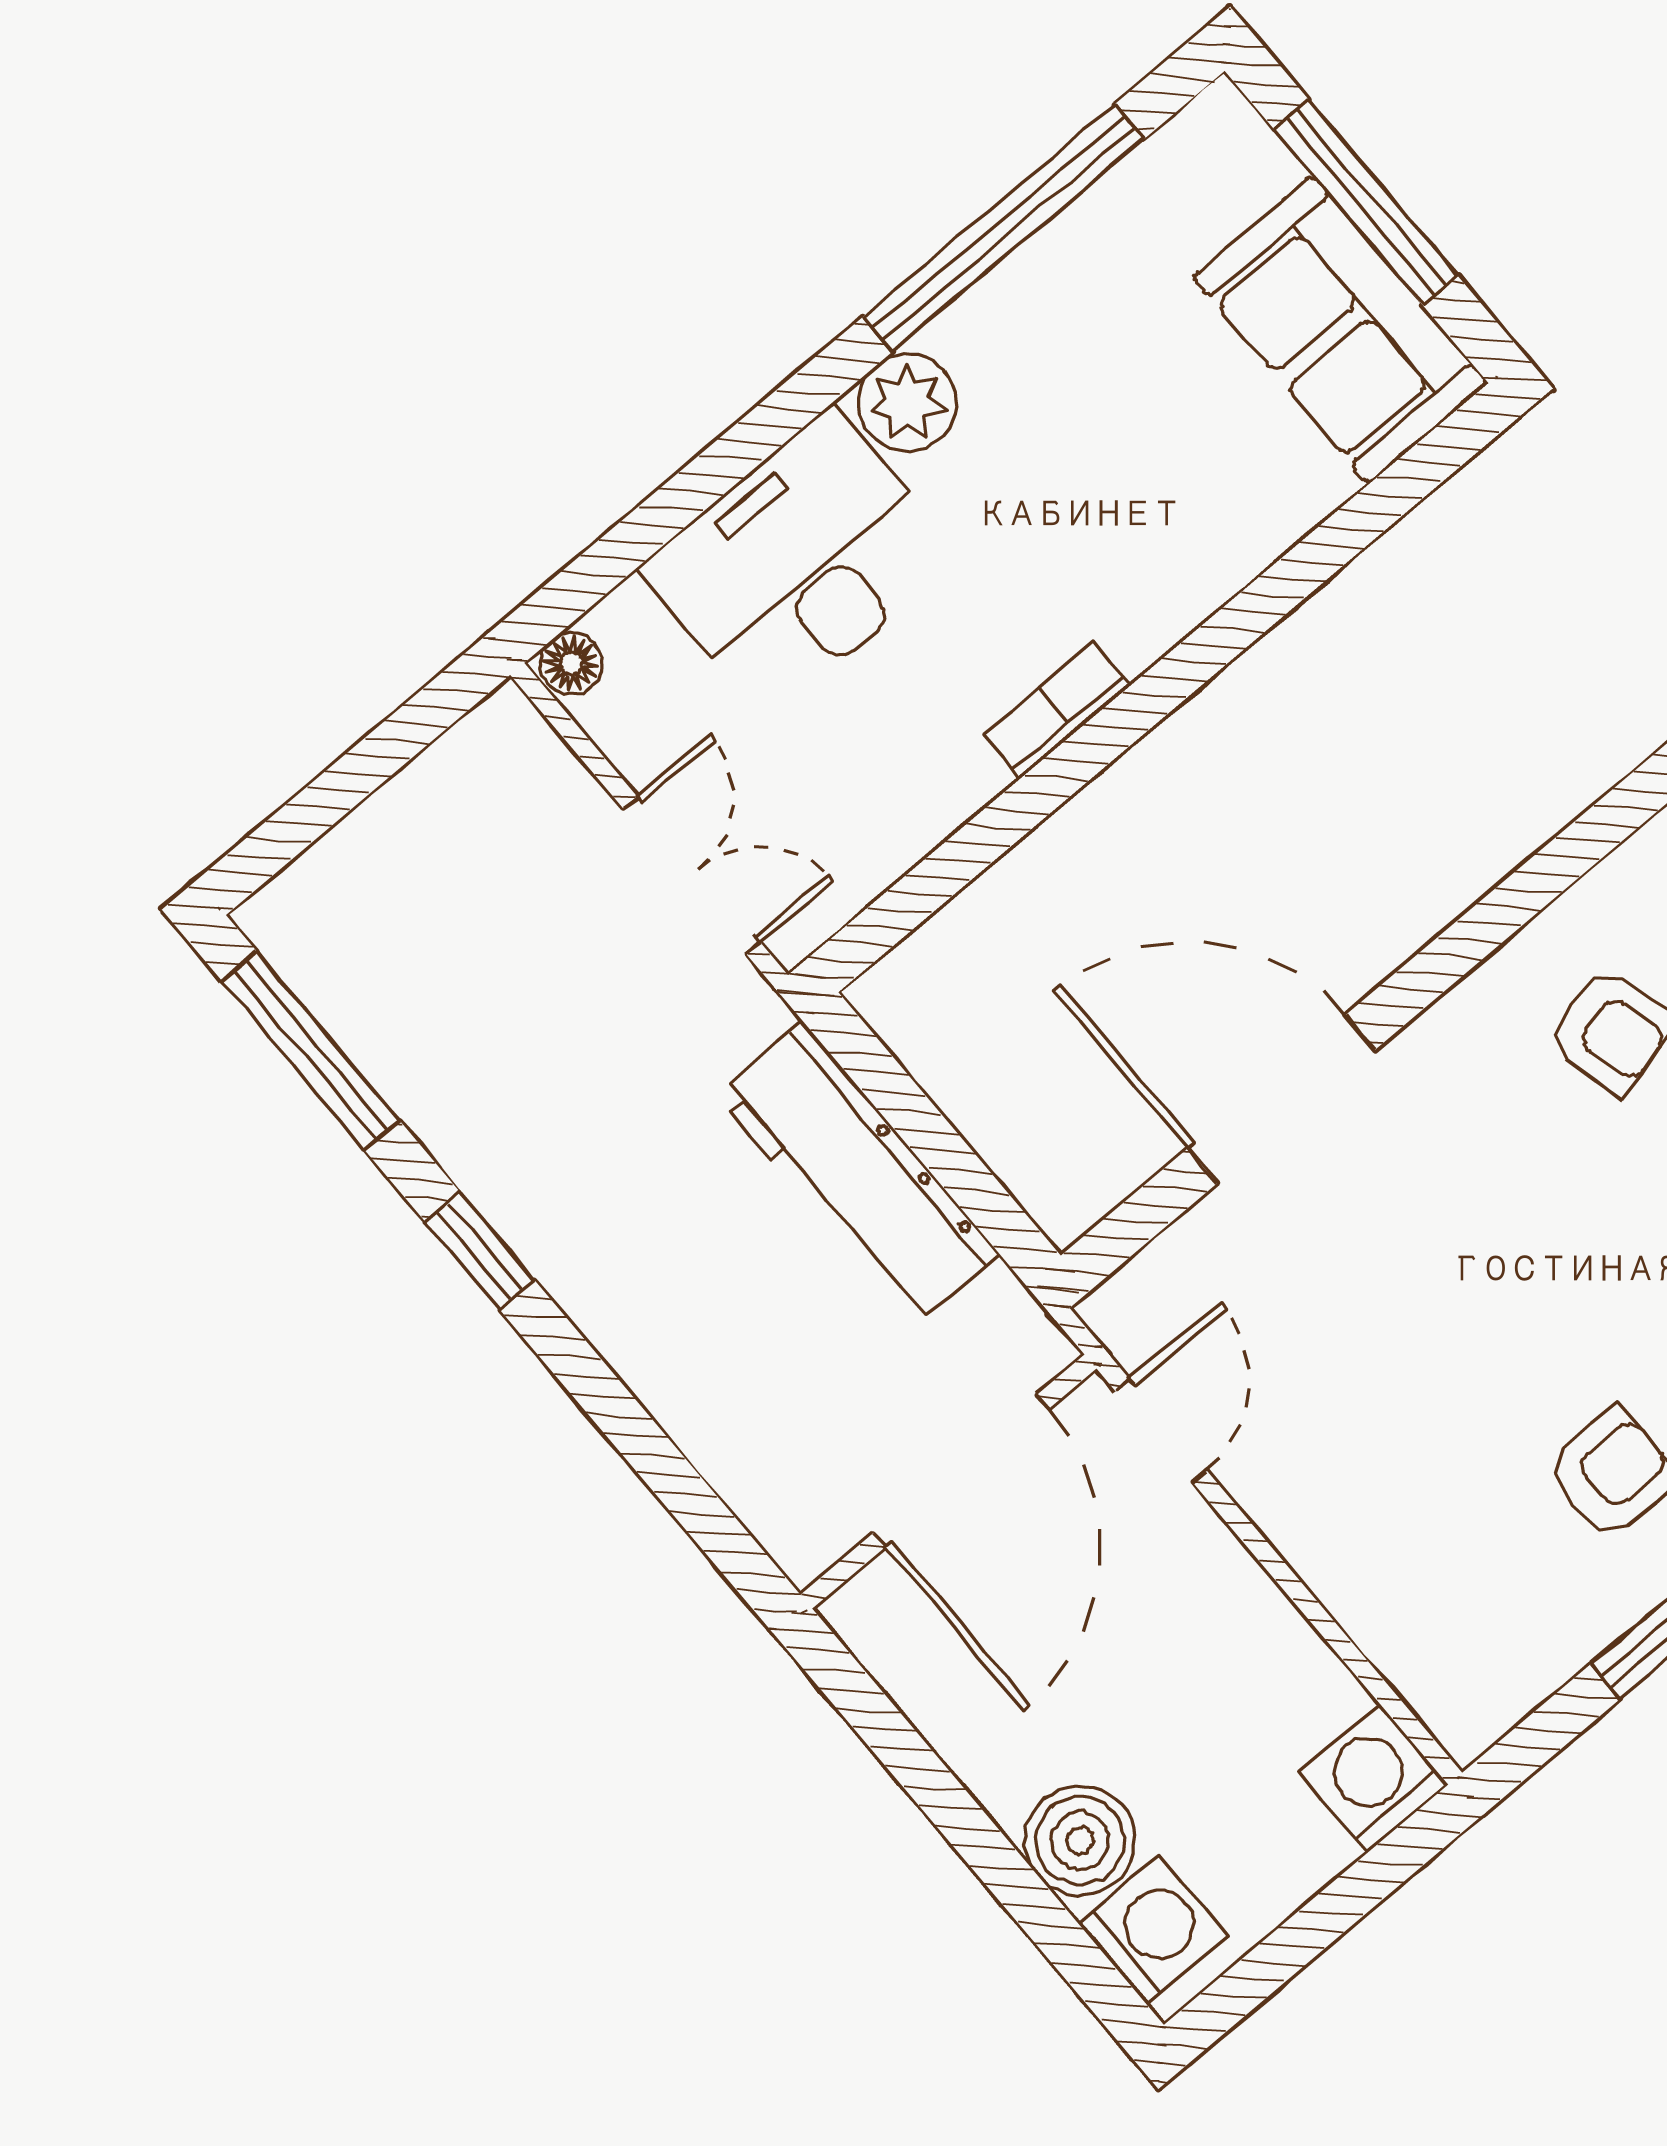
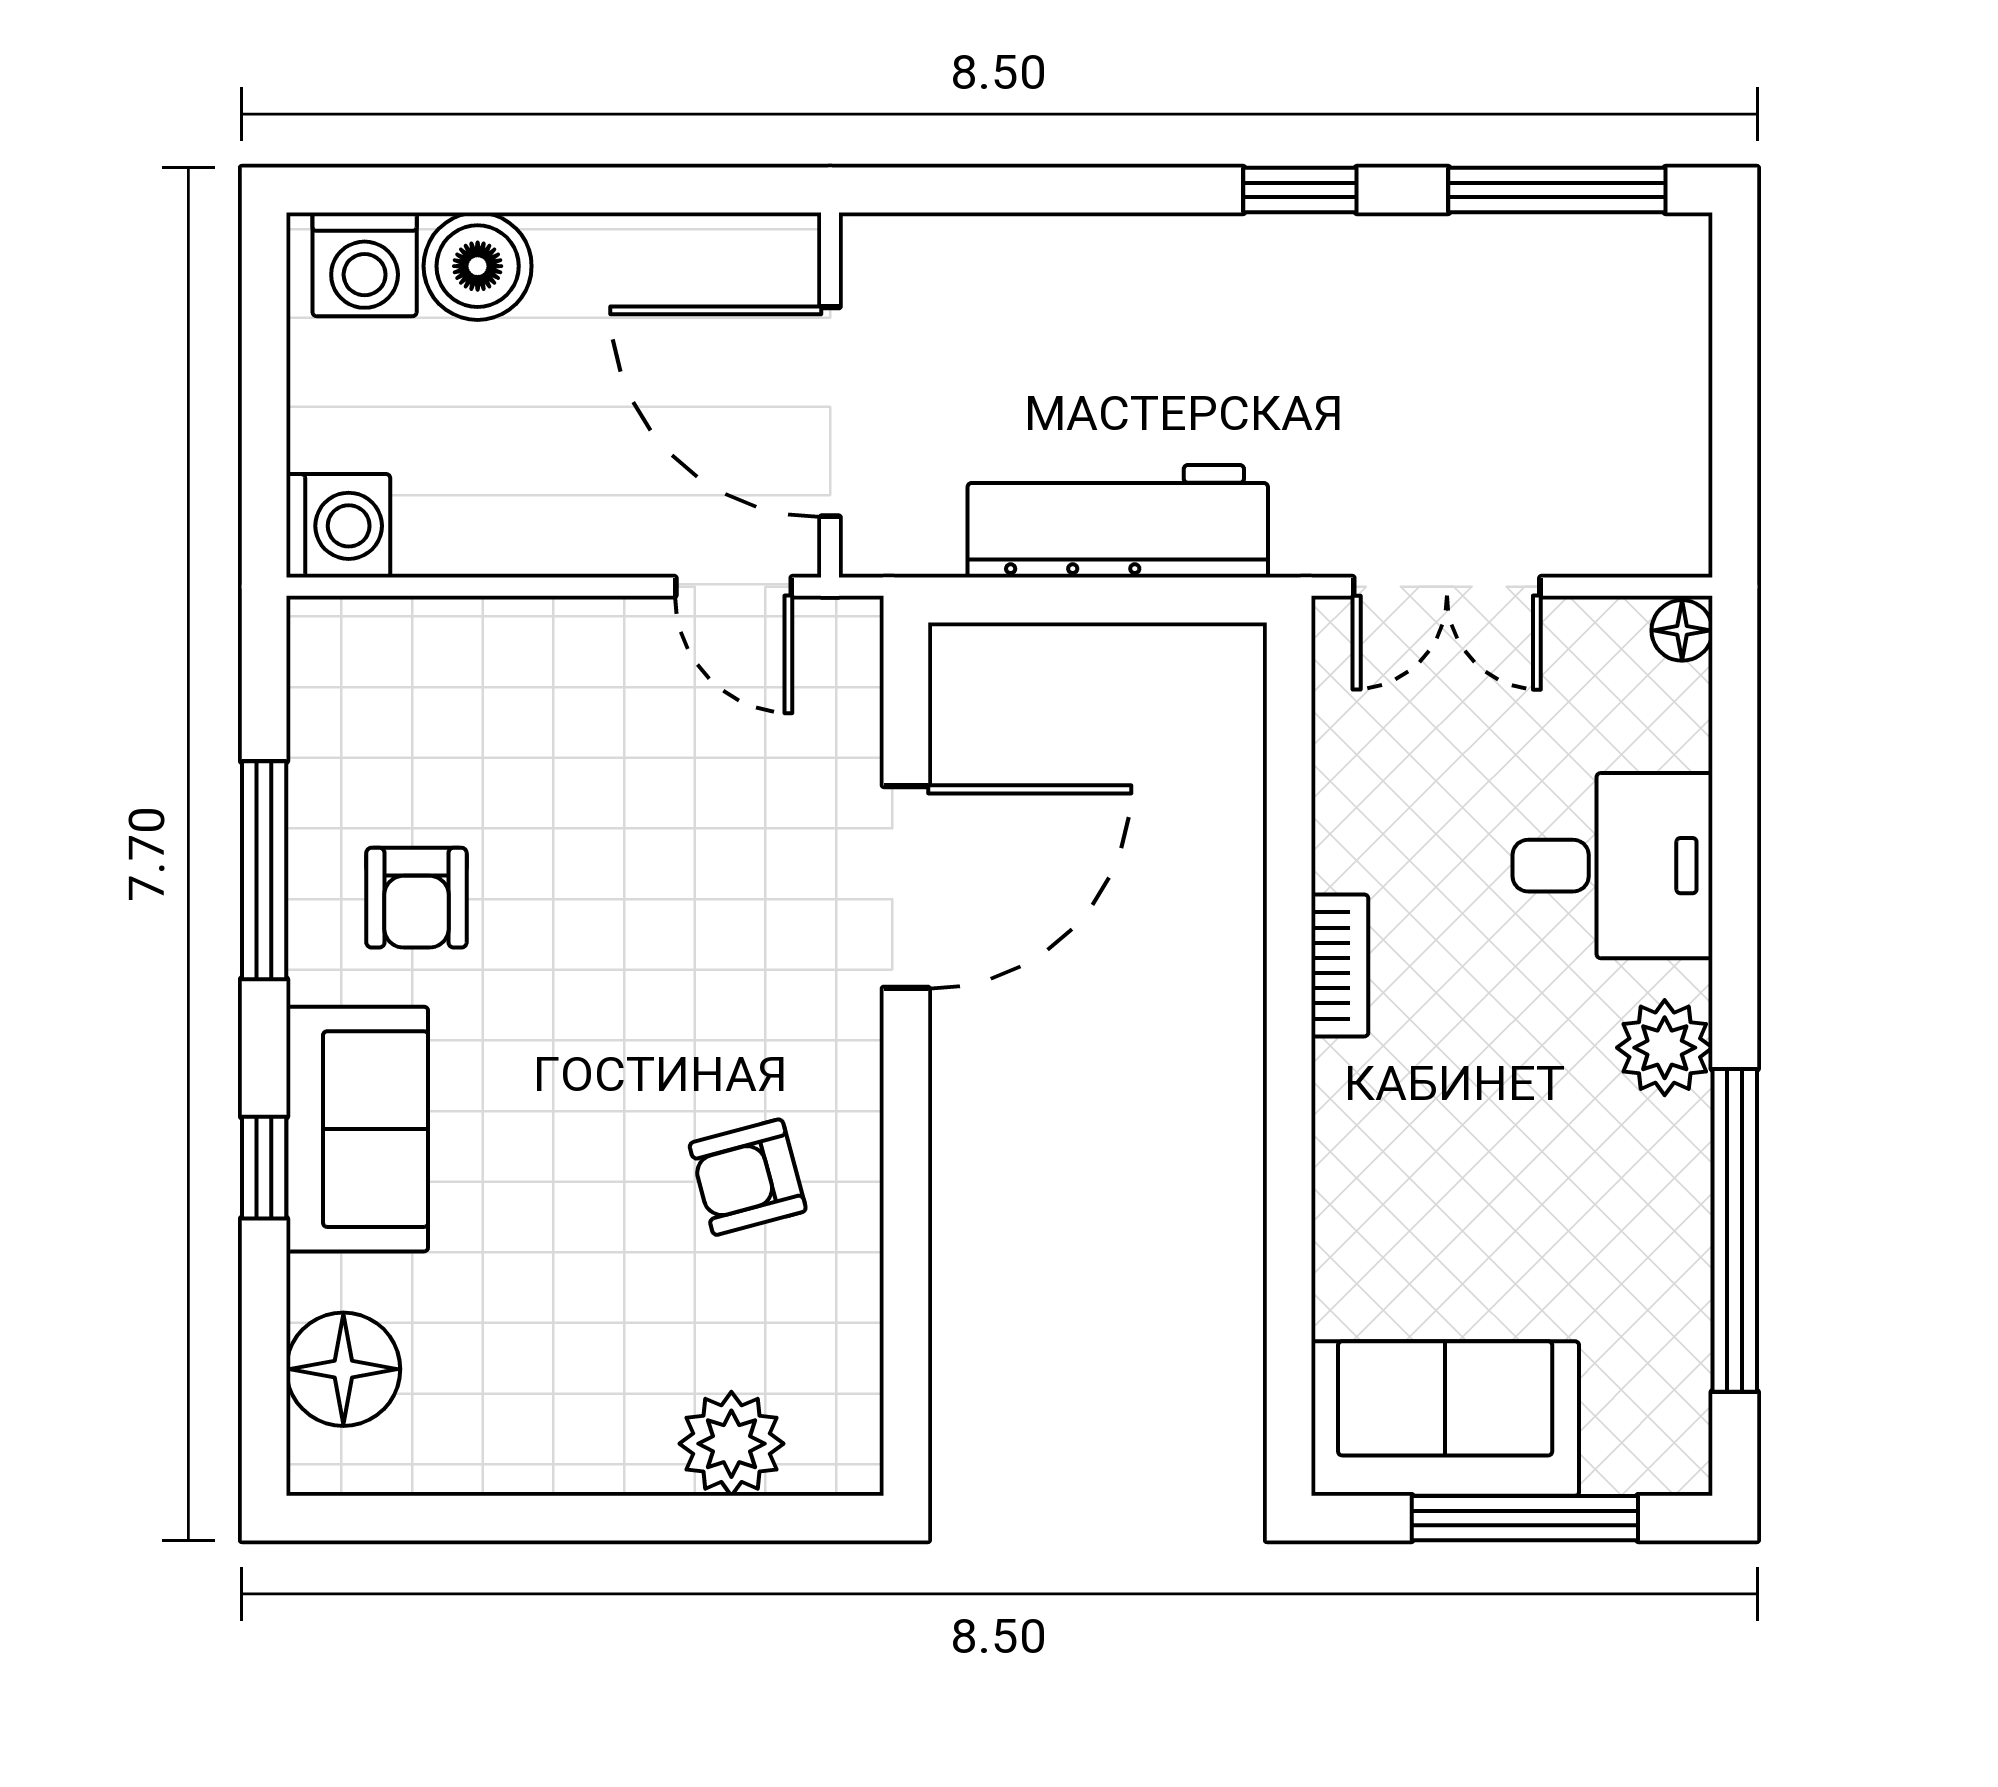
desk: (800, 563) -> (1613, 866), width x0.73

